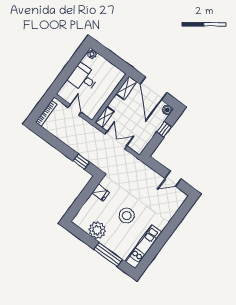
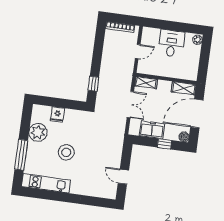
freezer: (147, 133) -> (152, 130), added
fridge: (101, 193) -> (57, 115), moved

